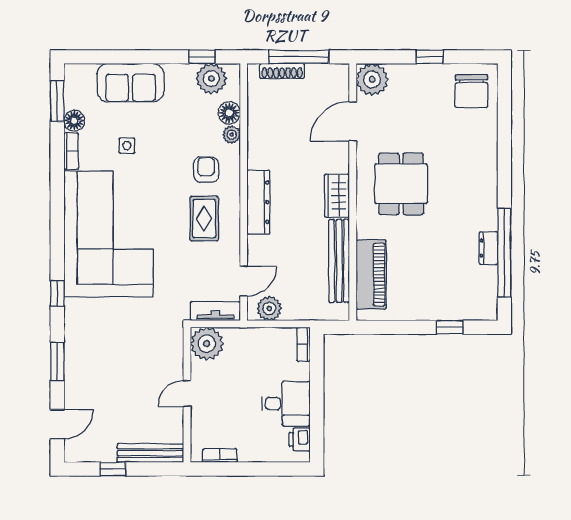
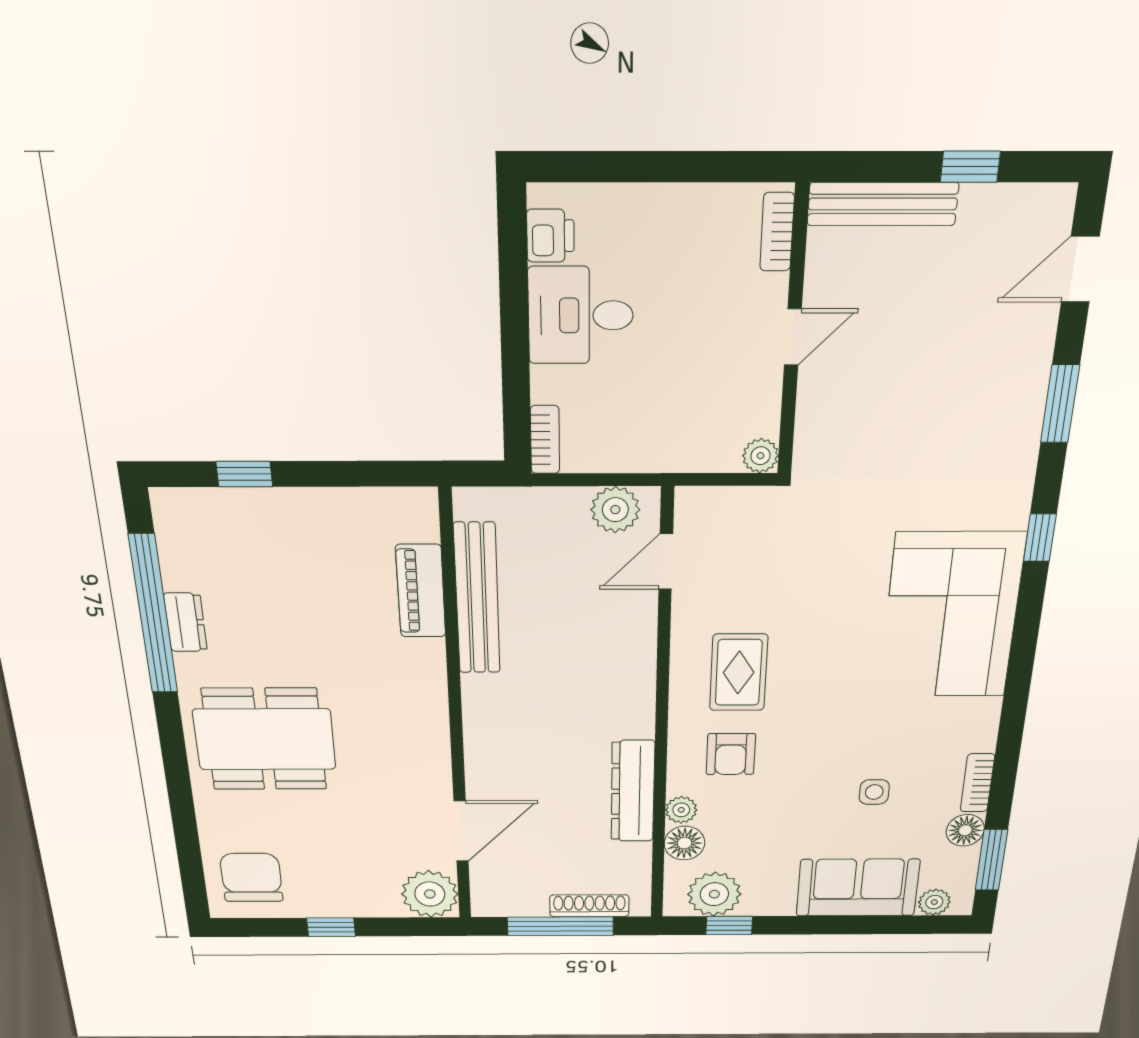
plant: (86, 73) -> (934, 902), added
dining table: (401, 184) -> (265, 739), moved, width x1.38
wardrobe: (337, 196) -> (485, 712), removed
dresser: (258, 202) -> (633, 791), moved
corner sofa: (108, 234) -> (951, 616), width x0.73, depth x0.74
piano: (371, 275) -> (421, 591), width x0.73, depth x0.75
tv unit: (215, 311) -> (725, 504), removed
plant: (207, 344) -> (761, 456), width x0.53, depth x0.53
bookcase: (220, 456) -> (777, 232), moved, turned 90

